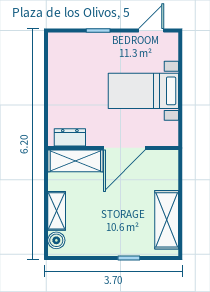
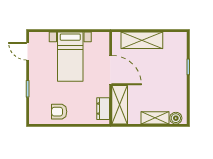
armchair: (66, 75) -> (59, 112), added
shelving: (167, 220) -> (142, 40), moved

